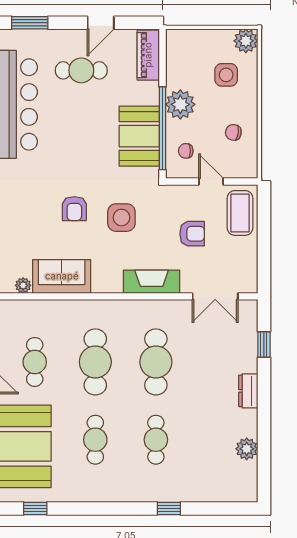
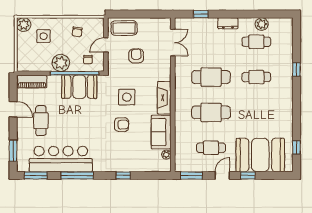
fireplace: (152, 282) -> (164, 98), moved
cafe table: (95, 440) -> (256, 42), moved

